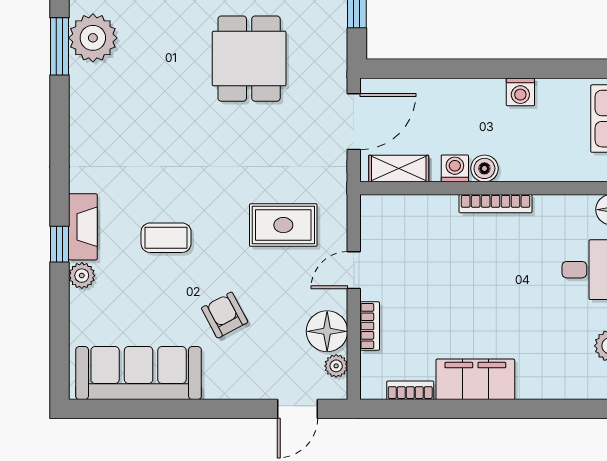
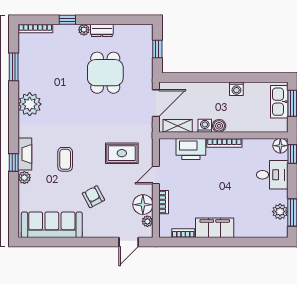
plant: (93, 38) -> (30, 104), moved
printer: (426, 216) -> (191, 149), added
coffee table: (166, 238) -> (65, 159), turned 90

